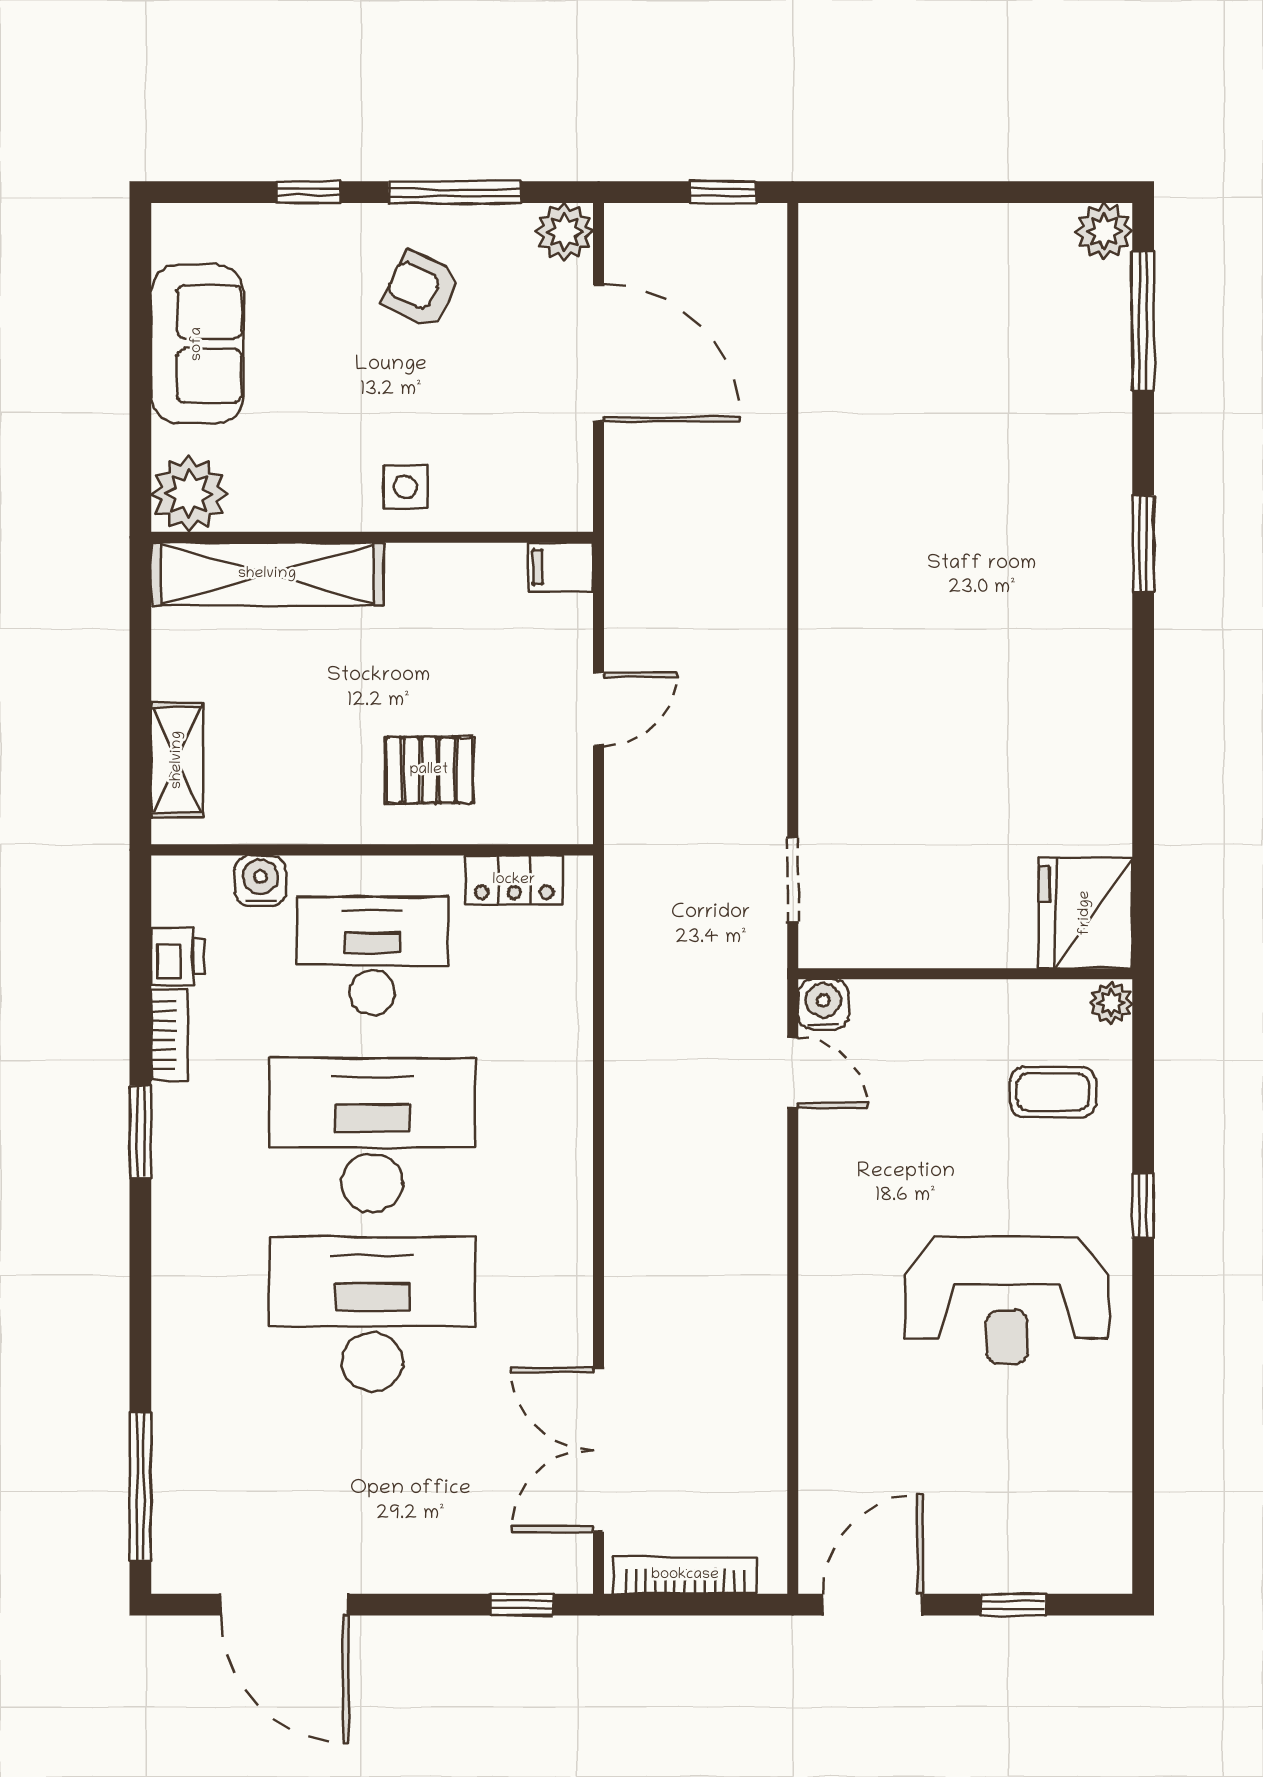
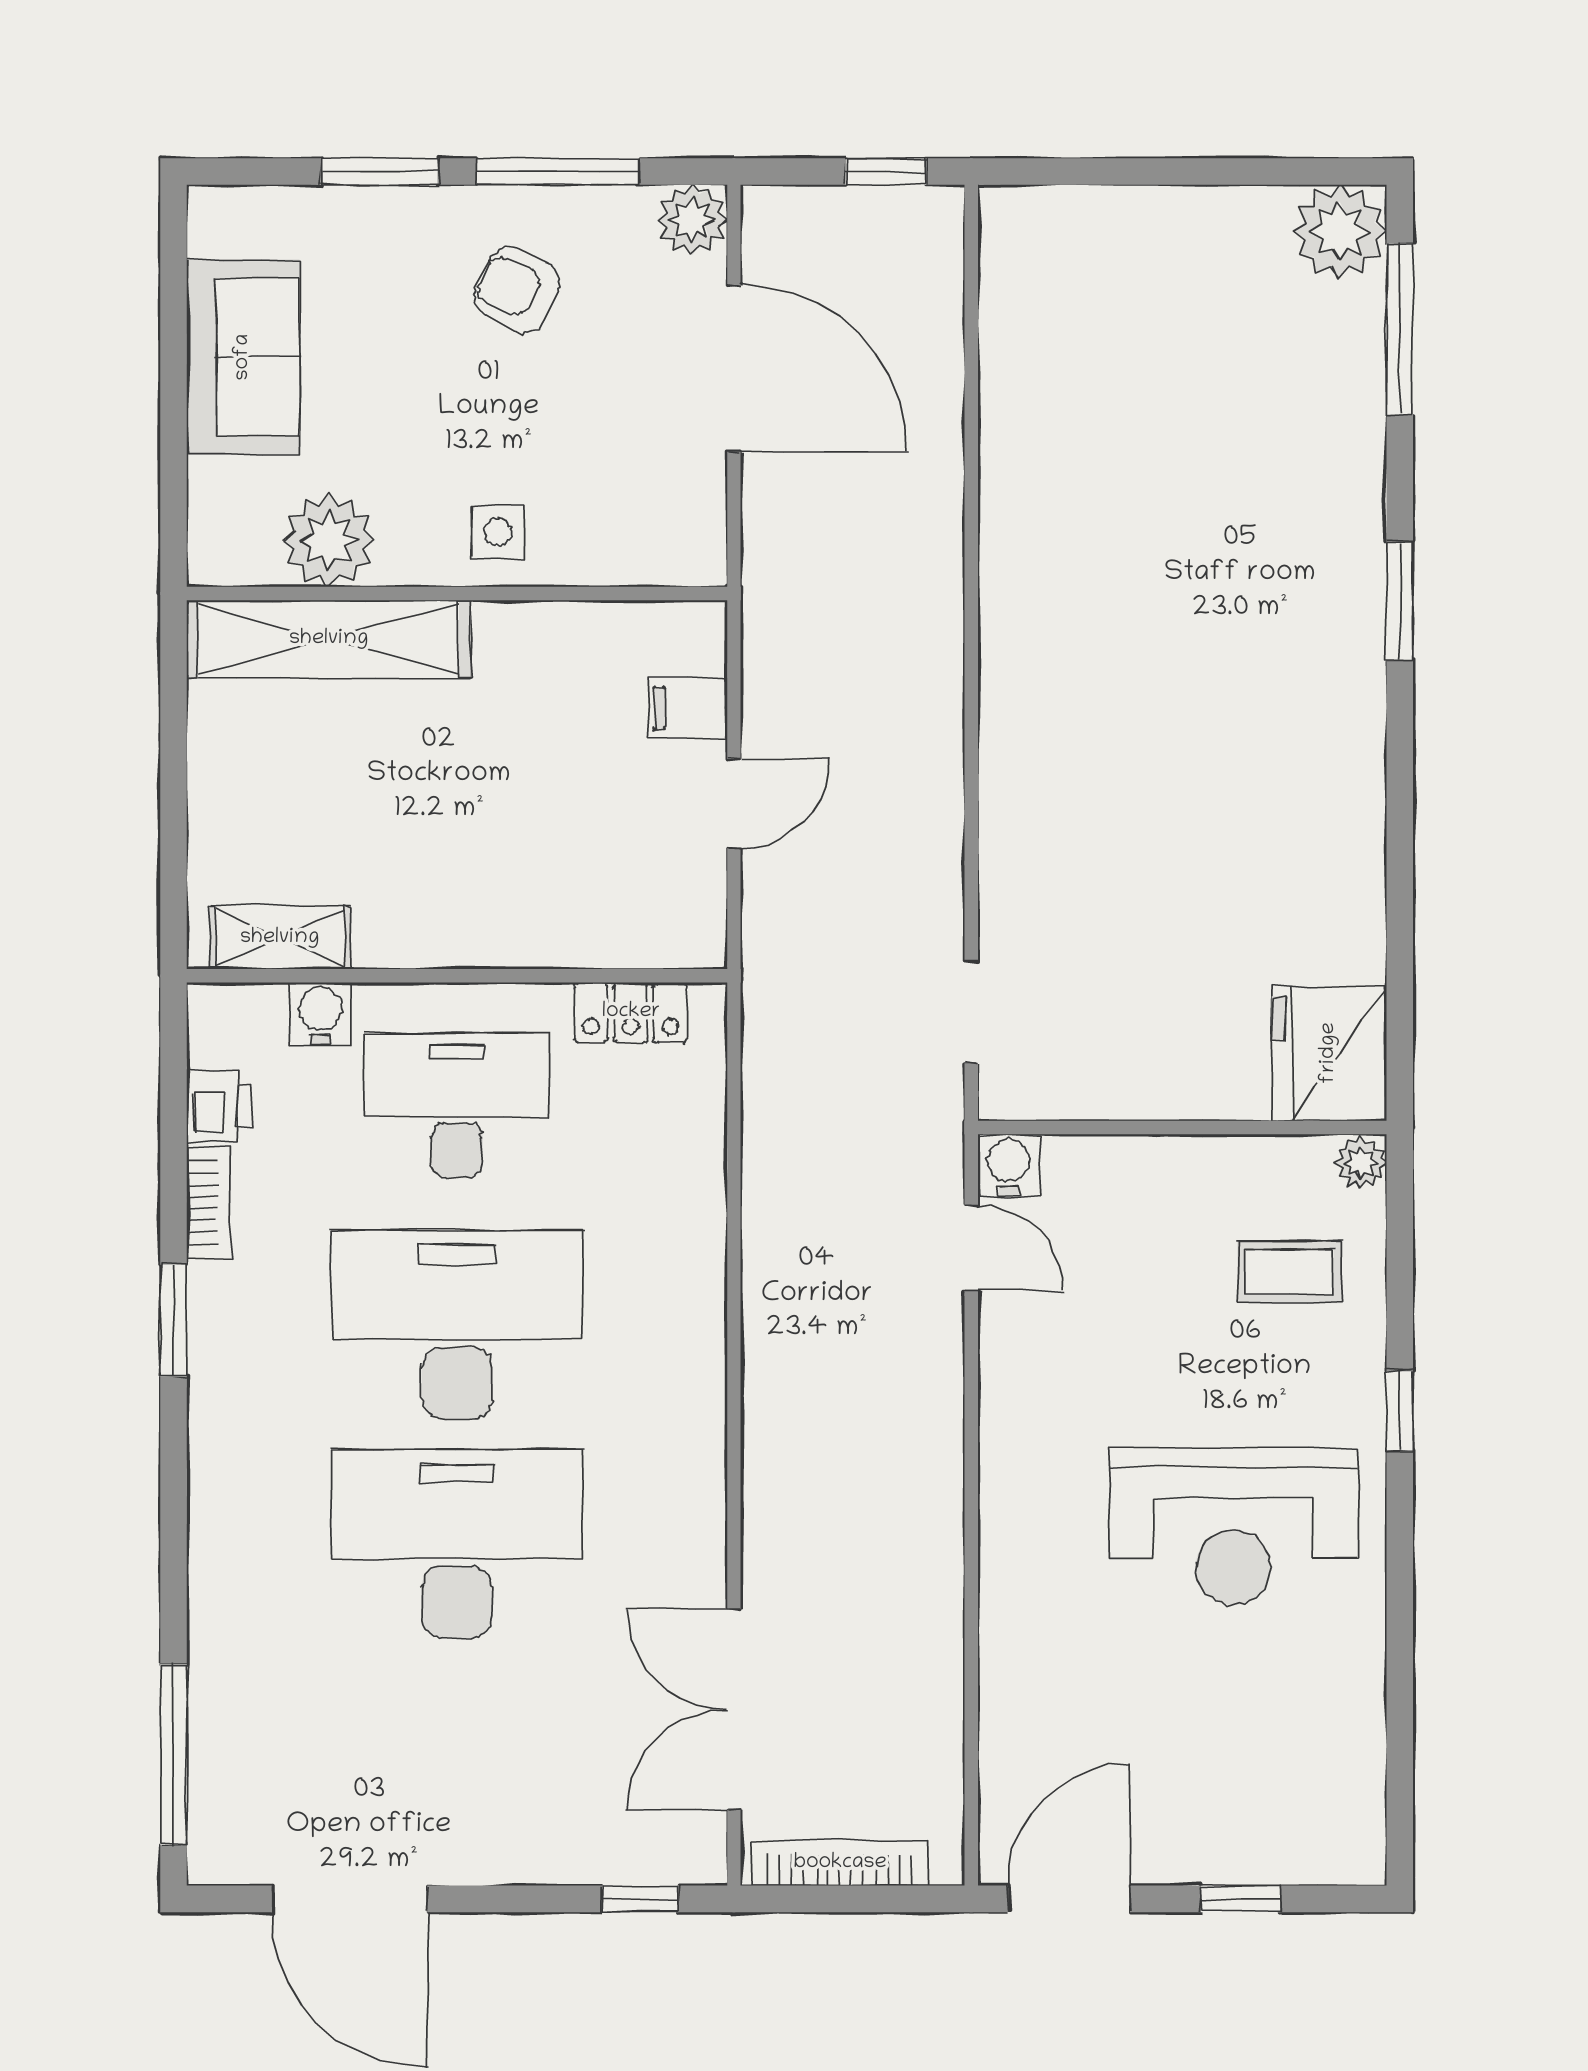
window: (309, 192) -> (379, 171), width x1.50
plant: (1104, 231) -> (1340, 232), width x1.36, depth x1.36
plant: (189, 494) -> (329, 540), moved
filing cabinet: (561, 567) -> (687, 708), moved
shelving: (177, 760) -> (280, 938), moved, turned 90
pallet: (429, 770) -> (527, 878), removed

